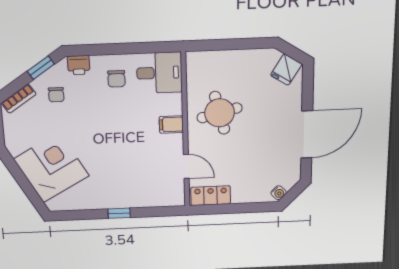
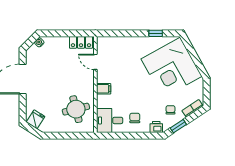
round table: (220, 113) -> (76, 109), moved
corner desk: (51, 167) -> (171, 68), width x1.36, depth x1.36
window: (119, 213) -> (156, 33), moved

